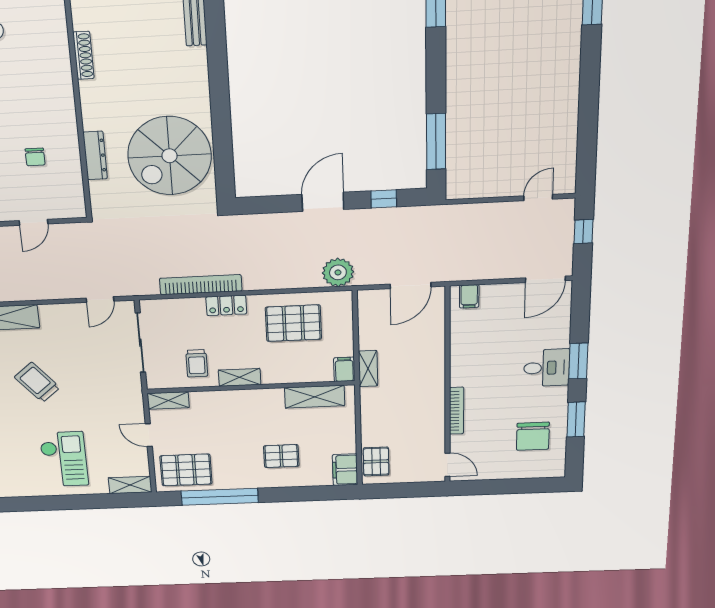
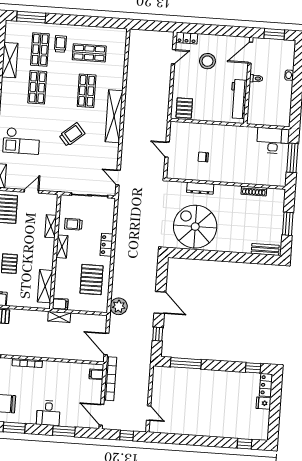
bookcase: (201, 285) -> (110, 379), moved
window: (578, 361) -> (64, 431), moved
shelving: (168, 400) -> (51, 226), moved

